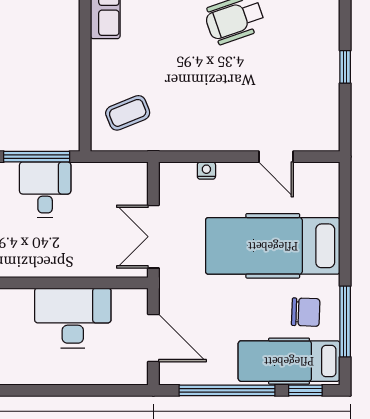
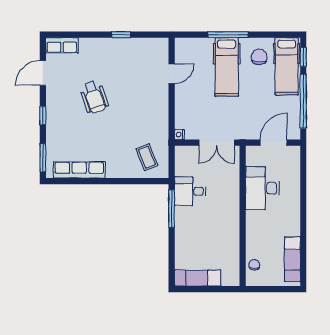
nightstand: (206, 171) -> (179, 135), moved
desk: (45, 190) -> (190, 191), moved
hospital bed: (273, 246) -> (227, 67), width x0.73, depth x0.78
window: (345, 322) -> (228, 35), moved

